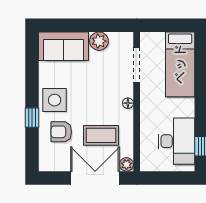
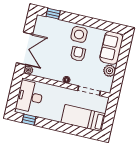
window: (32, 118) -> (53, 14), moved
armchair: (61, 132) -> (78, 54), moved
coffee table: (101, 135) -> (50, 58), removed
desk: (176, 141) -> (30, 97), moved, turned 90

